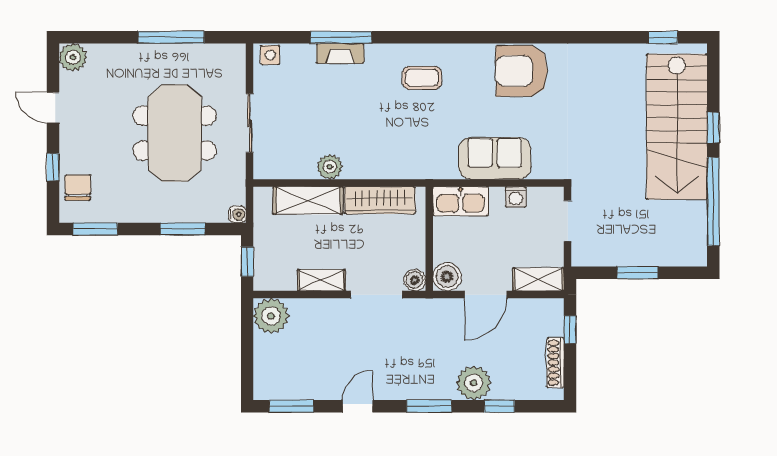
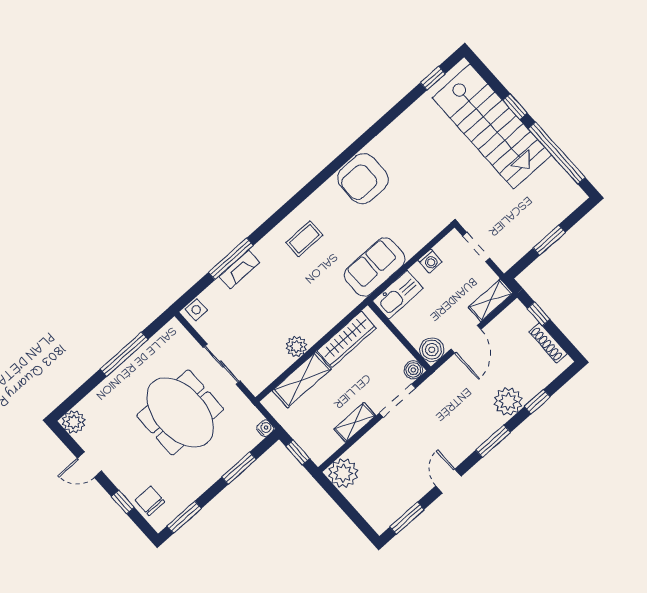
sofa: (495, 158) -> (375, 267), moved

